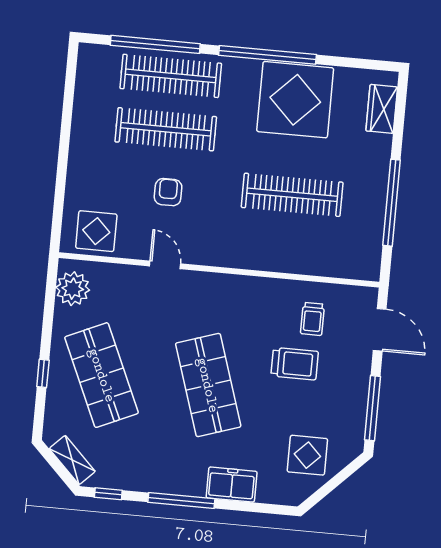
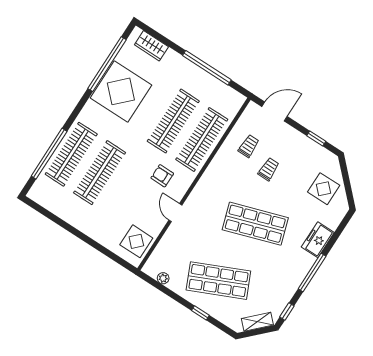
window: (268, 55) -> (107, 64), moved
armchair: (168, 192) -> (162, 176), moved
clothes rail: (287, 248) -> (202, 139), added
door: (165, 265) -> (175, 213), hinge flipped
plant: (73, 289) -> (163, 278), width x0.53, depth x0.53
trolley: (312, 319) -> (249, 146), turned -90
trolley: (295, 364) -> (269, 169), width x0.73, depth x0.72
window: (372, 408) -> (316, 139), width x0.46

